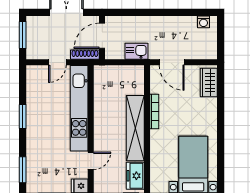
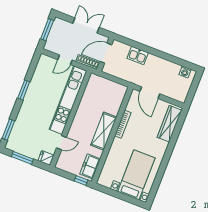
kitchen sink: (136, 51) -> (138, 55), moved, turned 180
wardrobe: (209, 82) -> (169, 124), width x1.50
shelving: (135, 128) -> (104, 131), width x0.68

